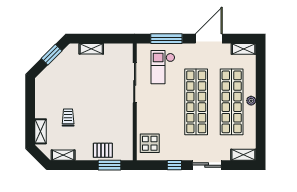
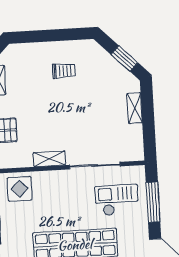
trolley: (68, 118) -> (64, 71), moved
shelving: (40, 131) -> (49, 159), moved

